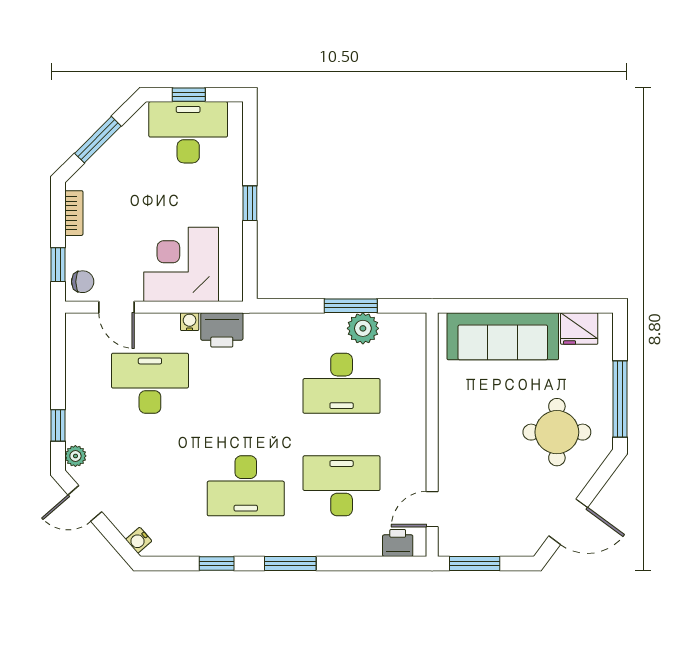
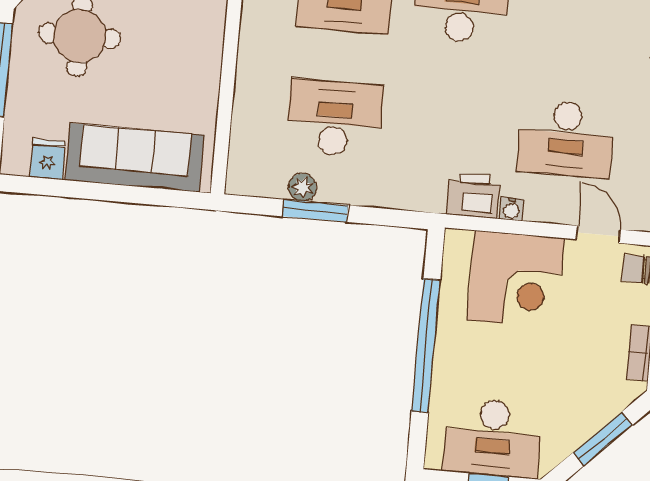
window: (250, 203) -> (426, 346), width x3.17
plant: (363, 328) -> (302, 187), width x0.73, depth x0.73
fridge: (579, 329) -> (48, 159), width x0.72

